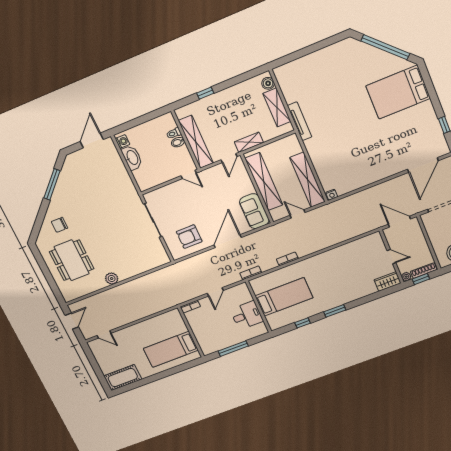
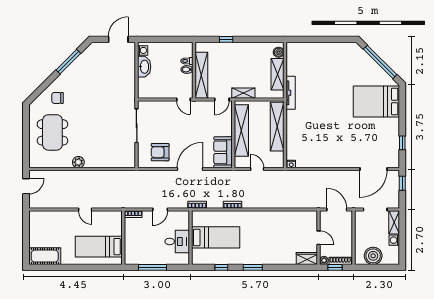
shelving: (308, 180) -> (277, 127), moved
door: (104, 334) -> (85, 210), moved

